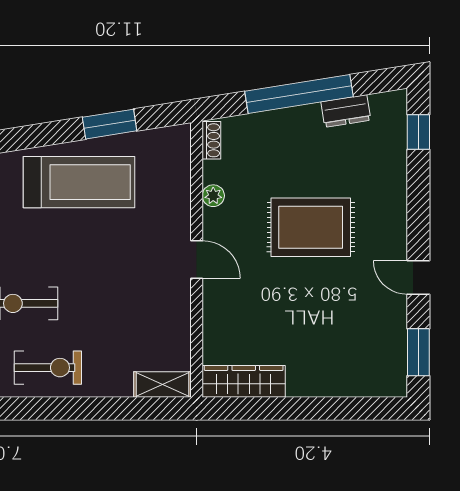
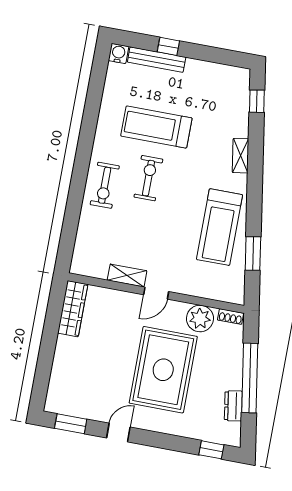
plant: (213, 196) -> (200, 319), width x1.88, depth x1.88
rug: (311, 227) -> (163, 370), width x1.37, depth x1.44
shelving: (162, 385) -> (127, 275), moved, turned 90

